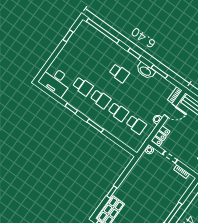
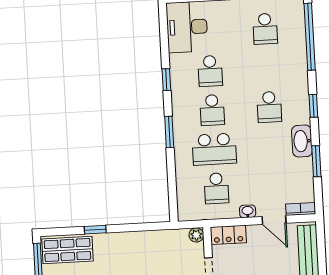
school desk: (84, 48) -> (265, 29), added
school desk: (118, 112) -> (214, 149), width x1.85

